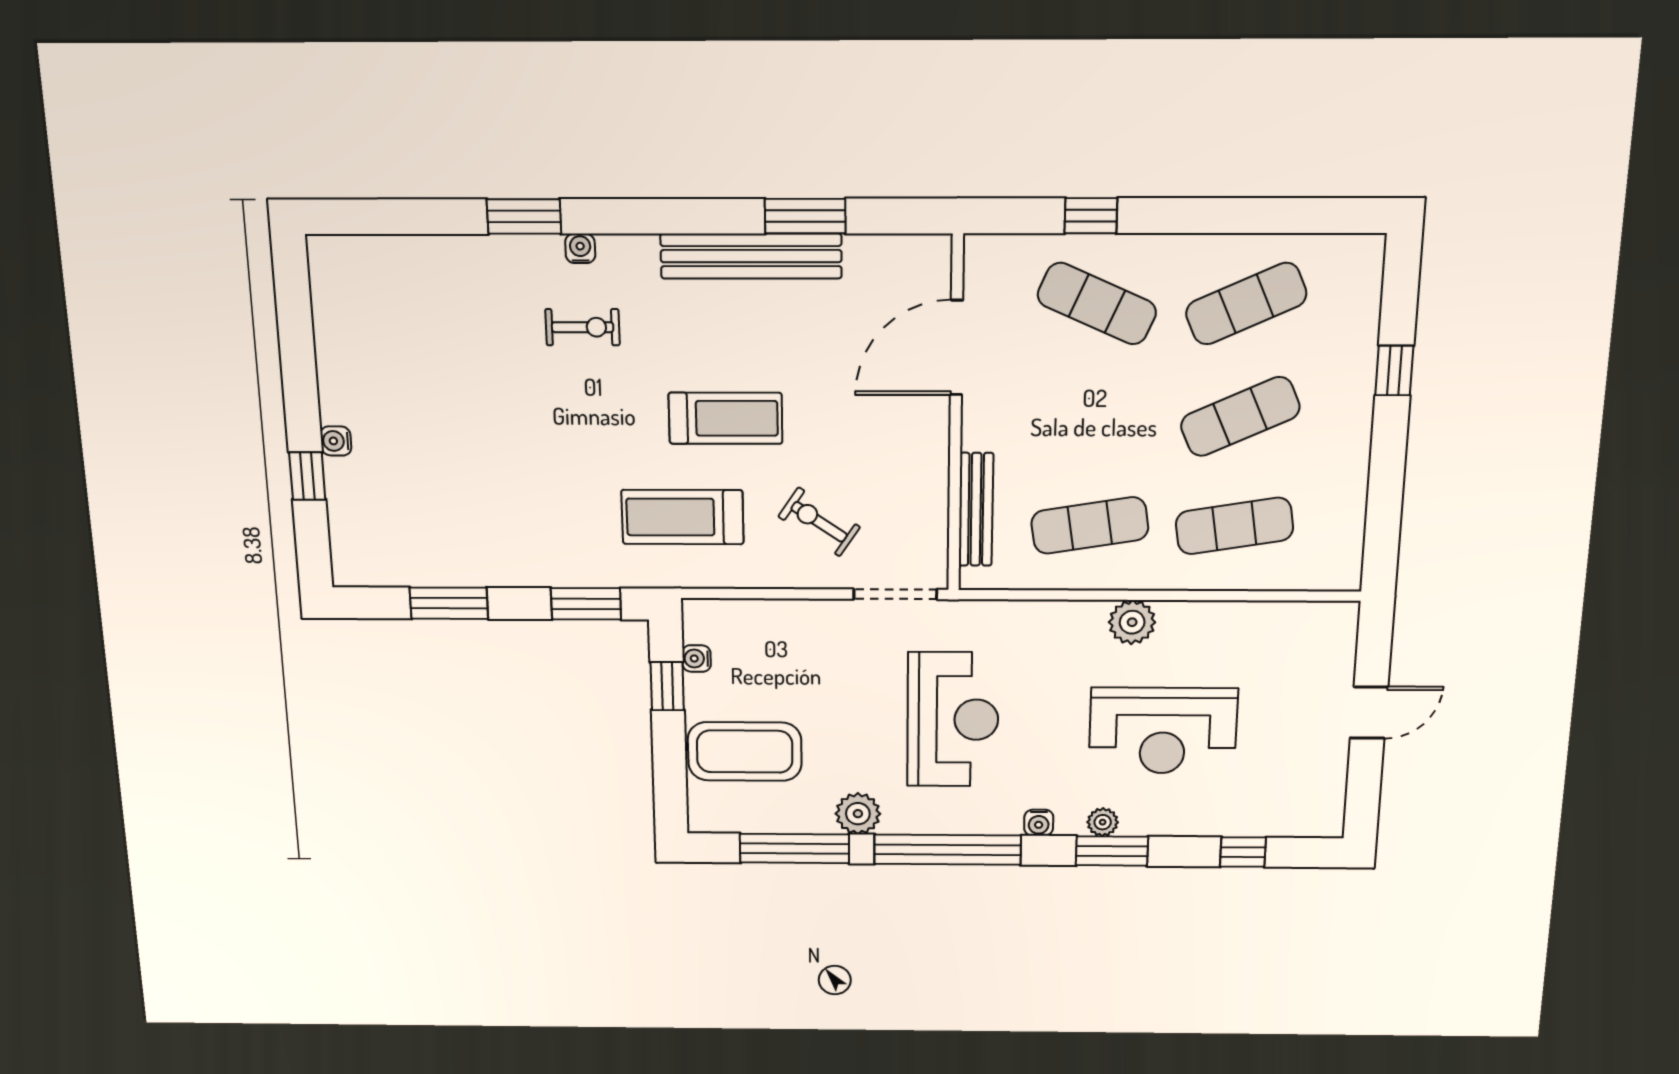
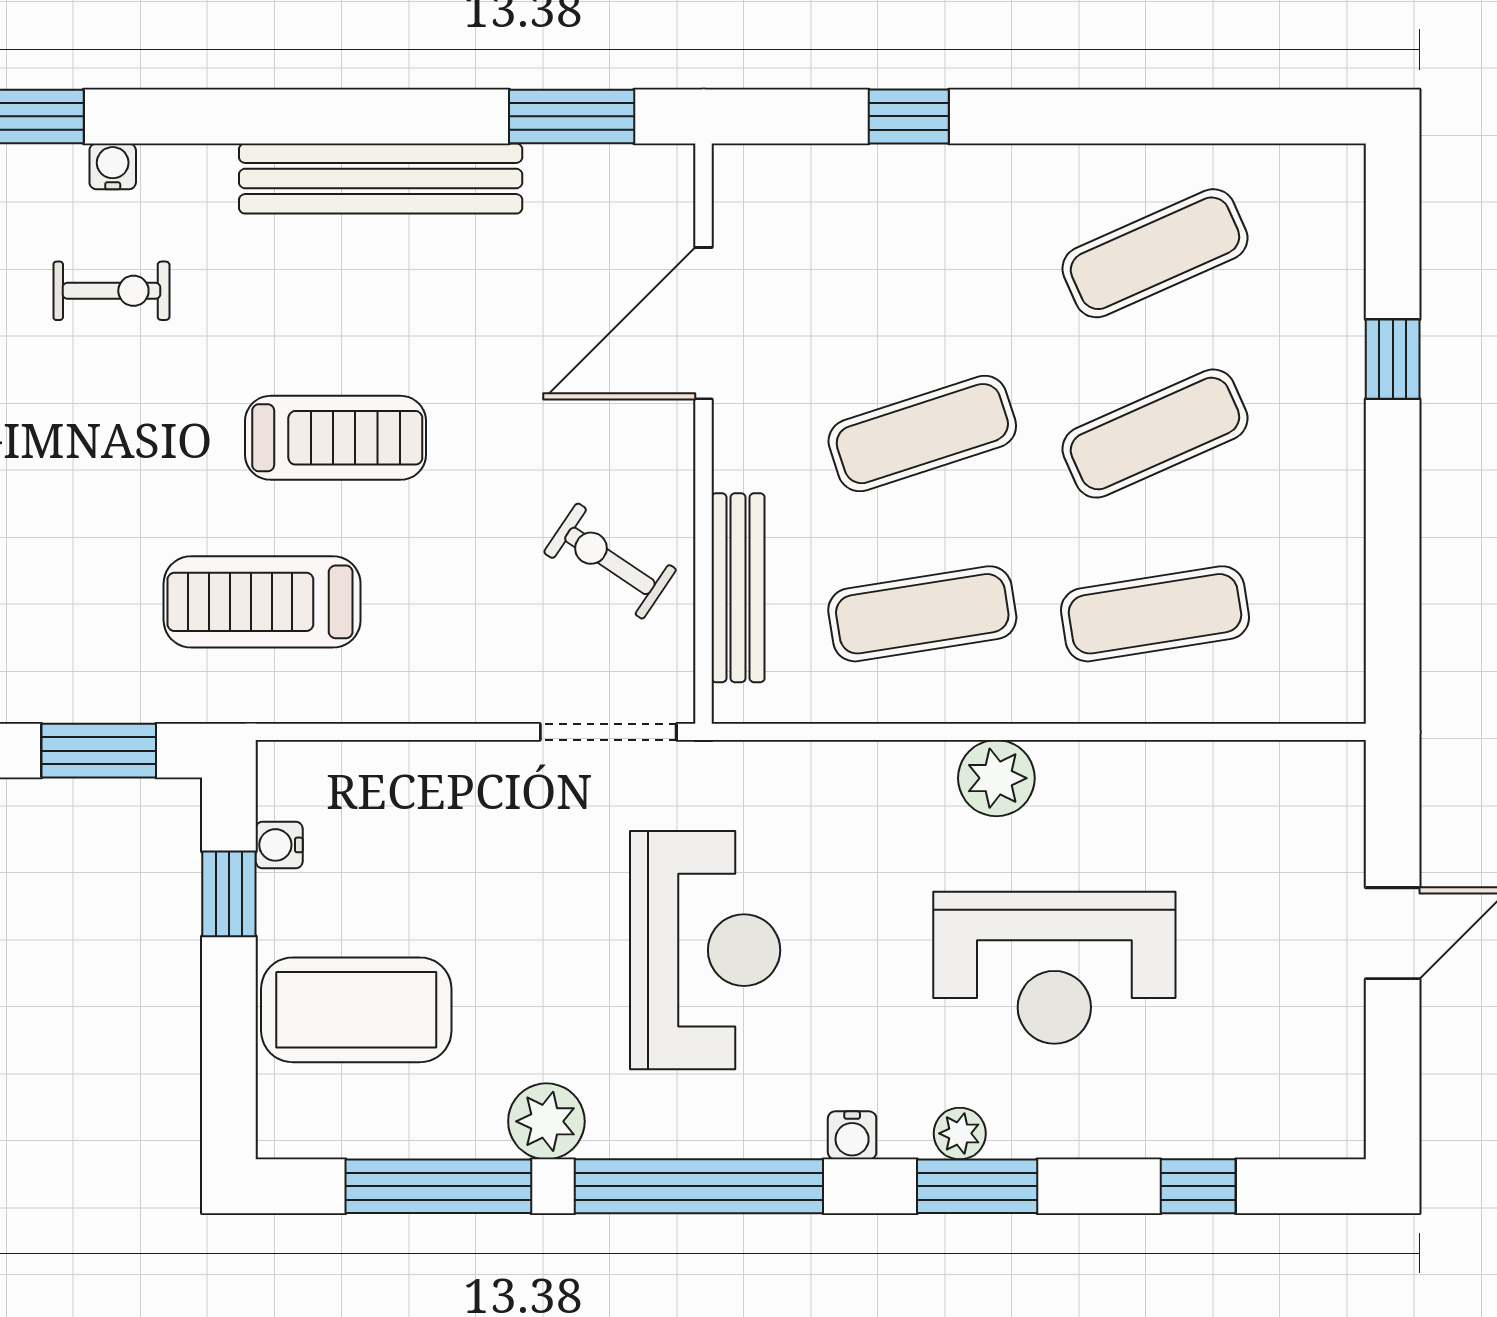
window: (805, 216) -> (572, 116), moved
exercise mat: (1097, 304) -> (922, 434), moved, turned -42
exercise bike: (819, 522) -> (610, 561), moved

